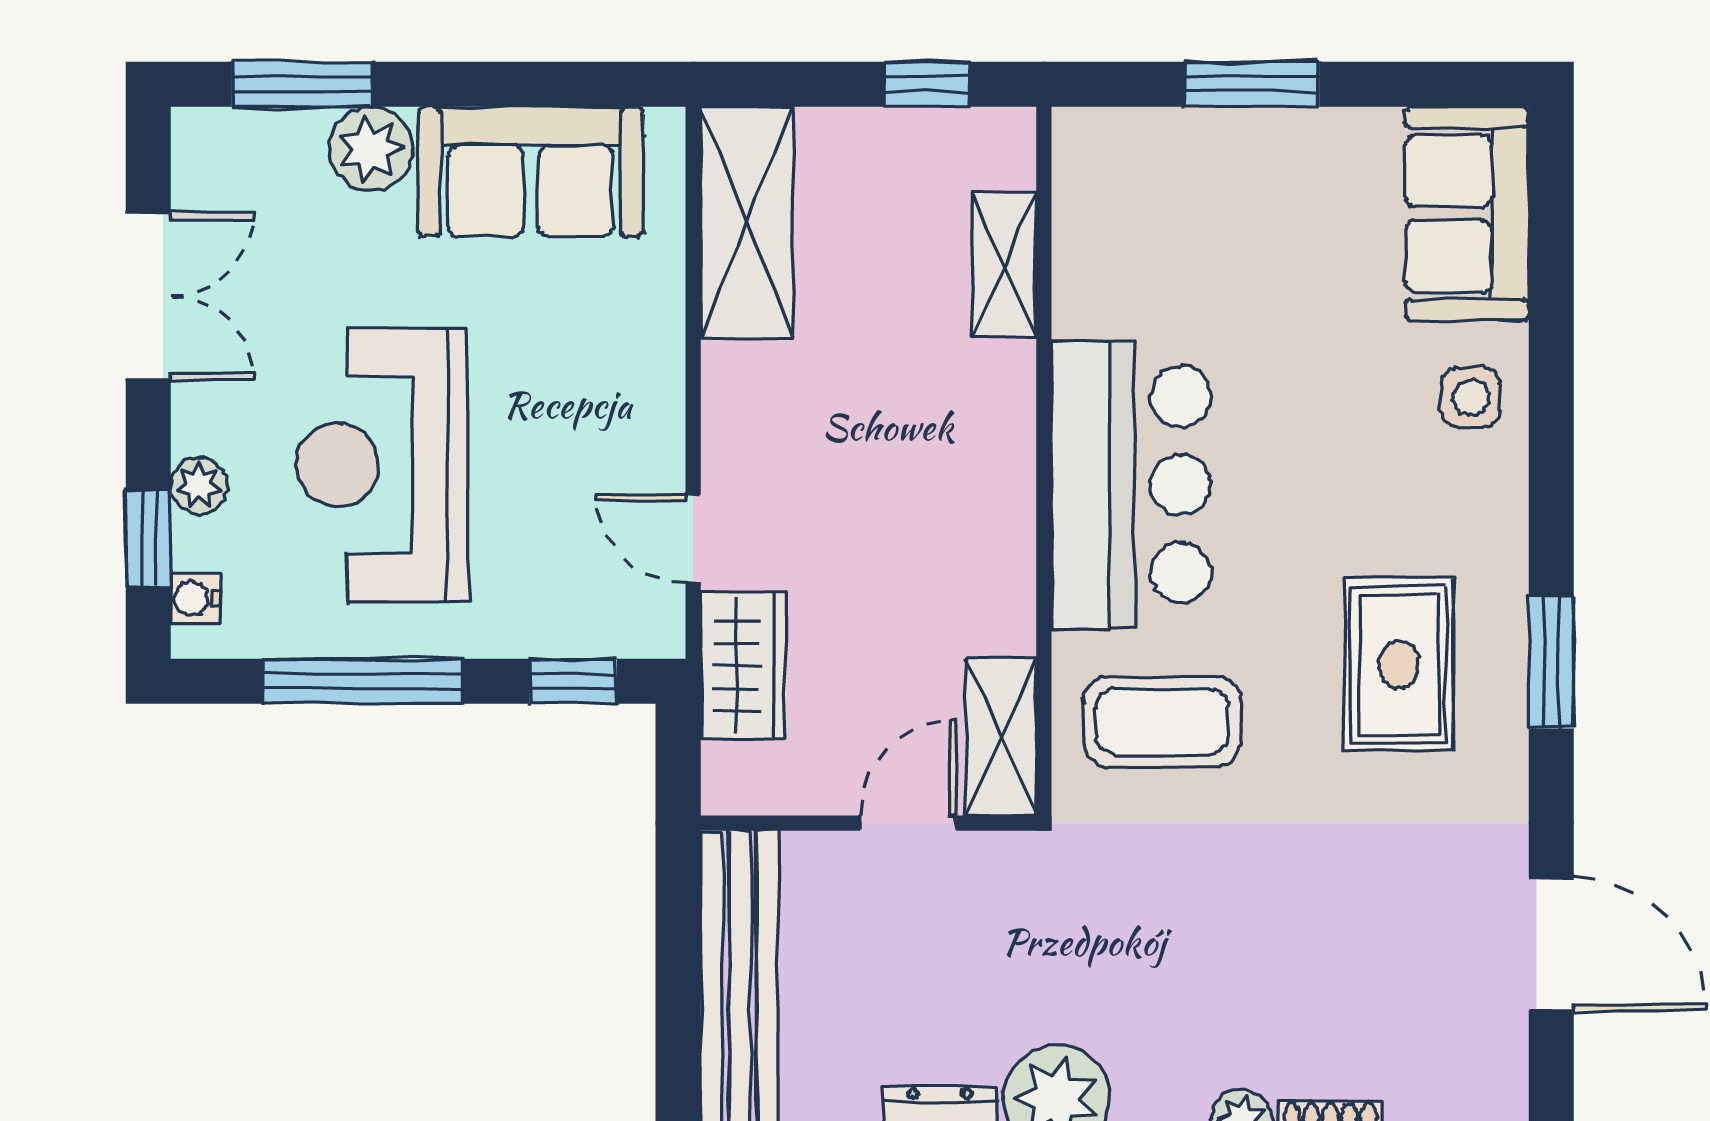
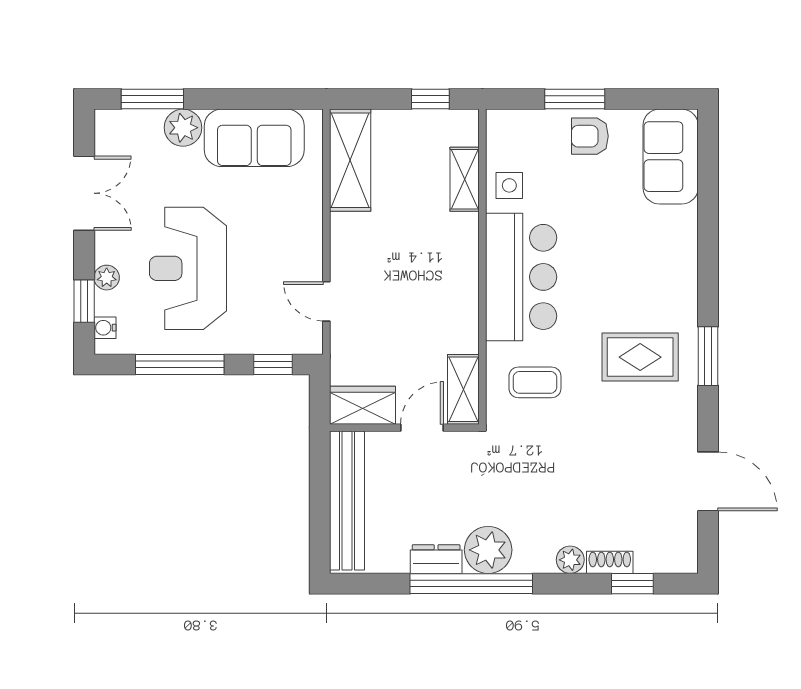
armchair: (1285, 168) -> (590, 136), added
side table: (1471, 397) -> (509, 185), moved
rug: (1399, 664) -> (640, 357), turned 90
wardrobe: (743, 666) -> (363, 405), moved, turned -90
coffee table: (1162, 721) -> (535, 382), width x0.73, depth x0.77

